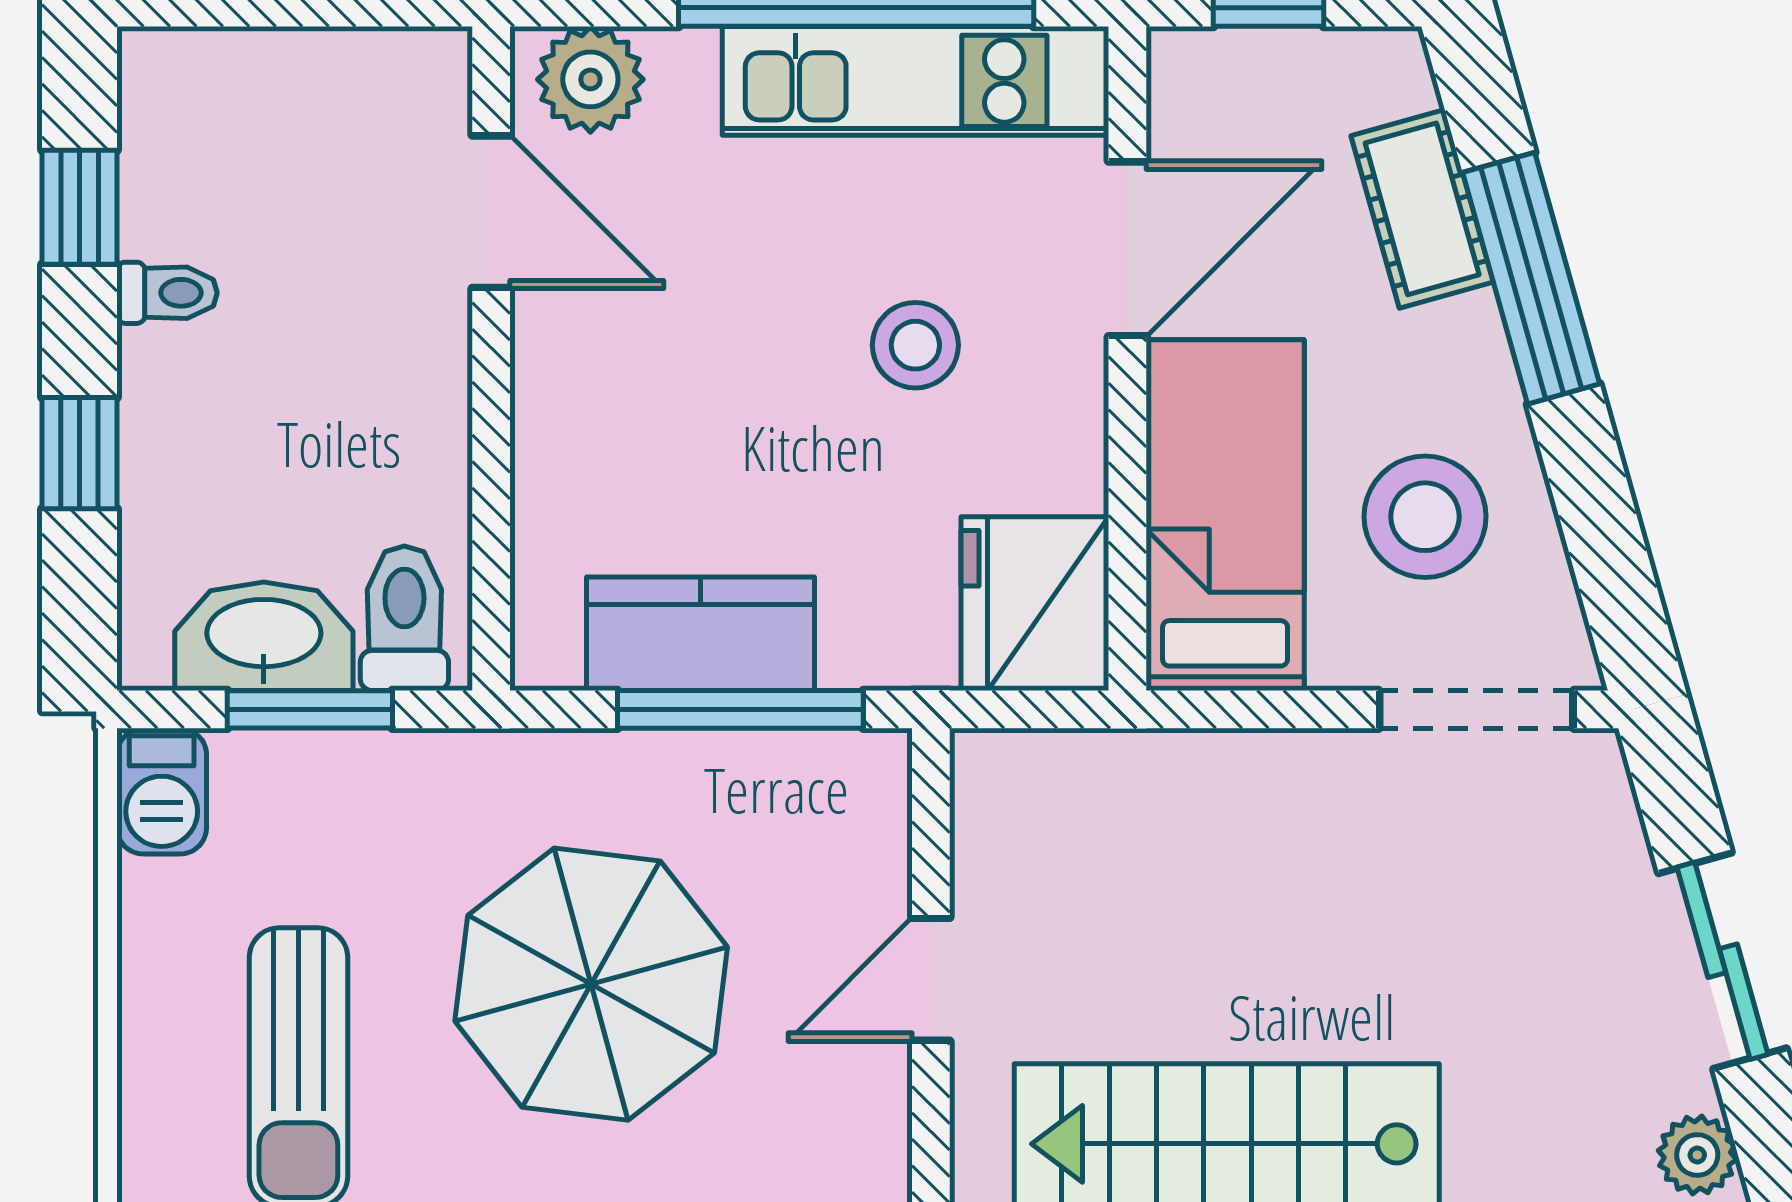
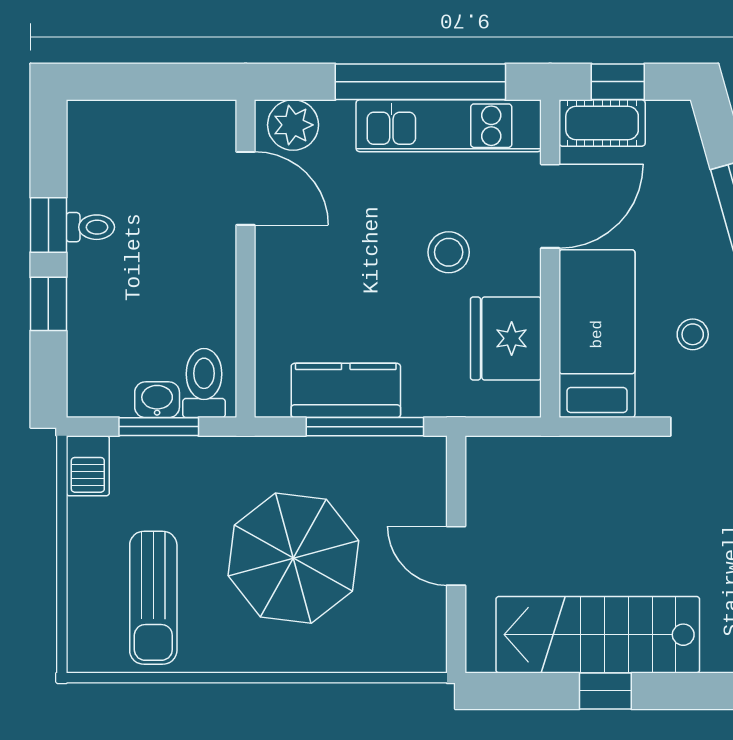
window: (80, 207) -> (48, 225), moved
cot: (1422, 209) -> (602, 123), moved, turned -74
stool: (1425, 517) -> (693, 334), width x0.53, depth x0.53
fridge: (1035, 604) -> (506, 338), moved
washbasin: (264, 636) -> (157, 400), width x0.52, depth x0.69
door: (931, 979) -> (456, 556), hinge flipped

